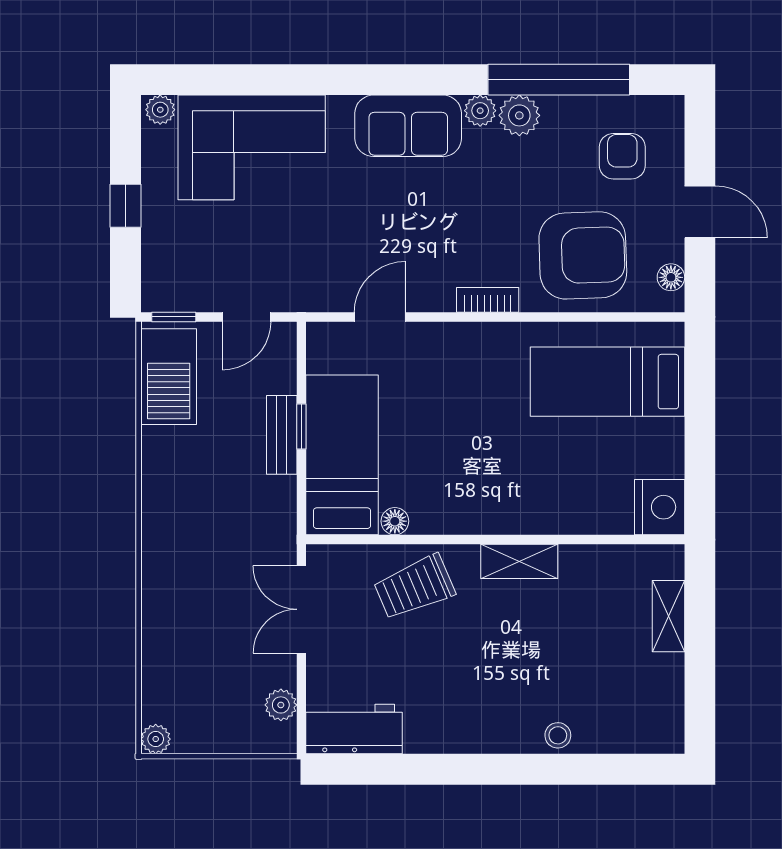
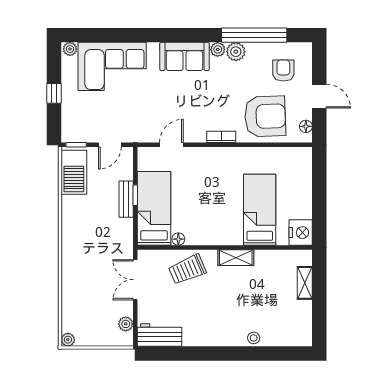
bed: (607, 382) -> (260, 210), moved, turned 90

